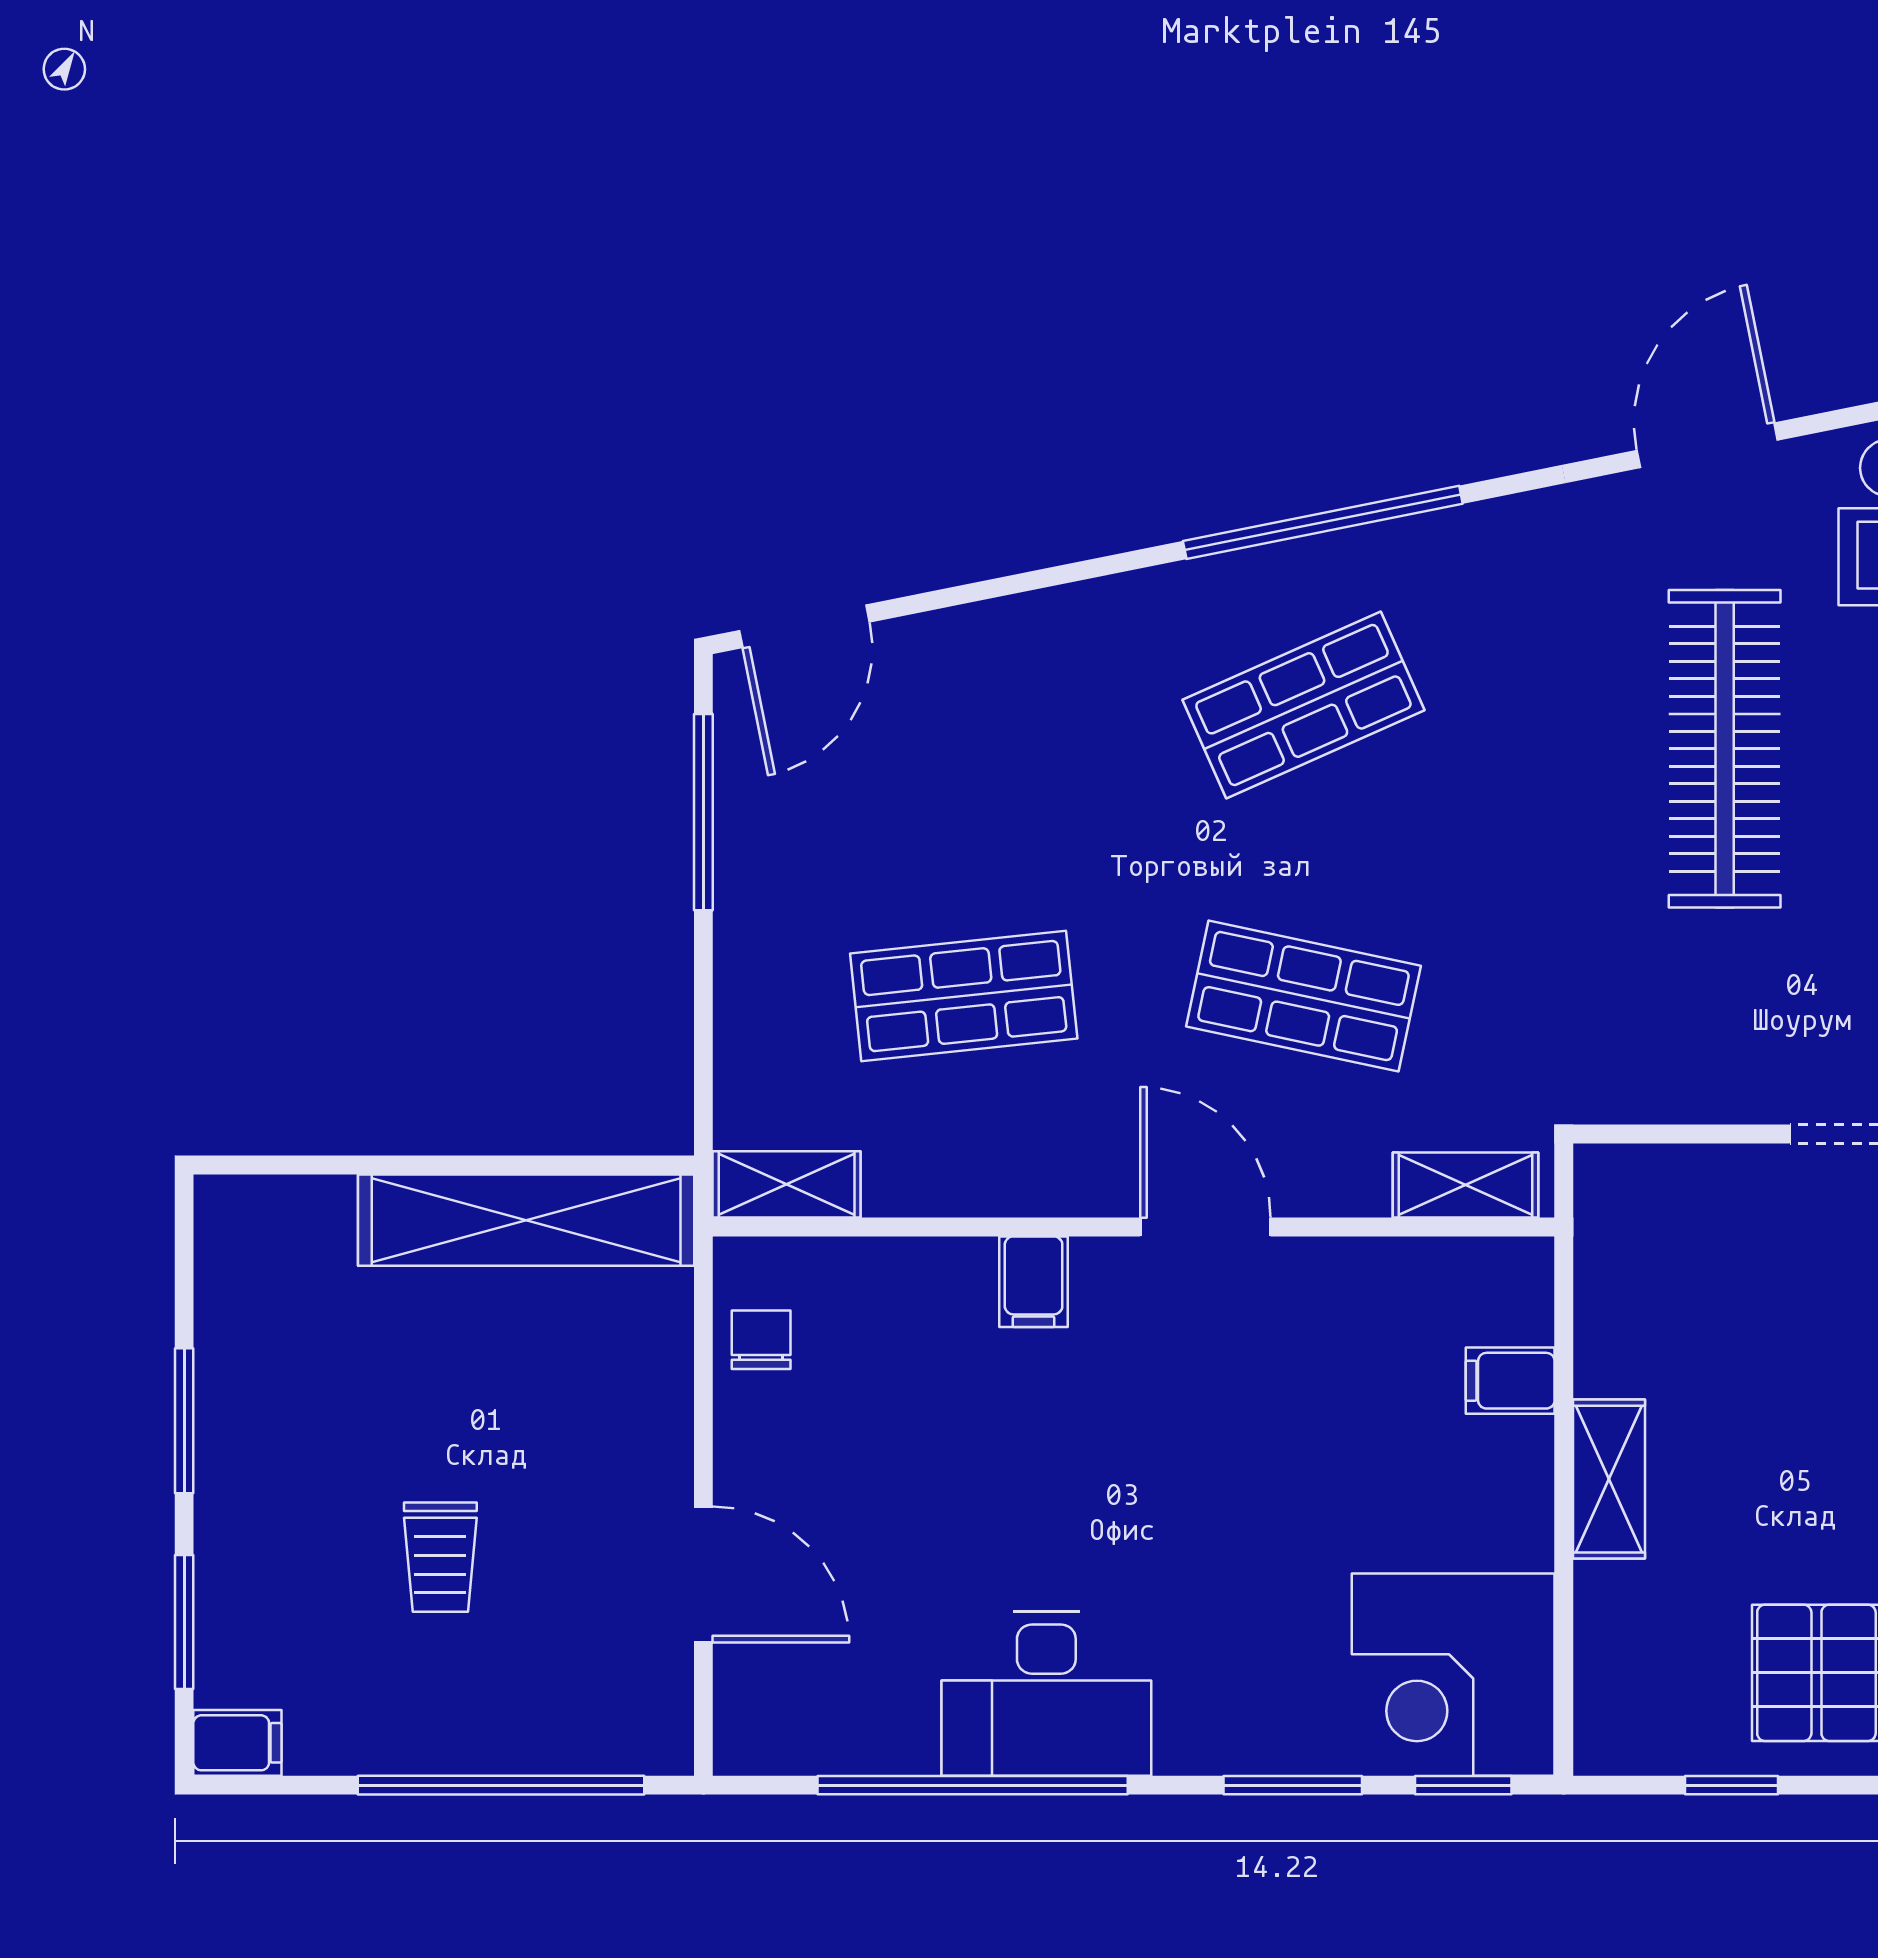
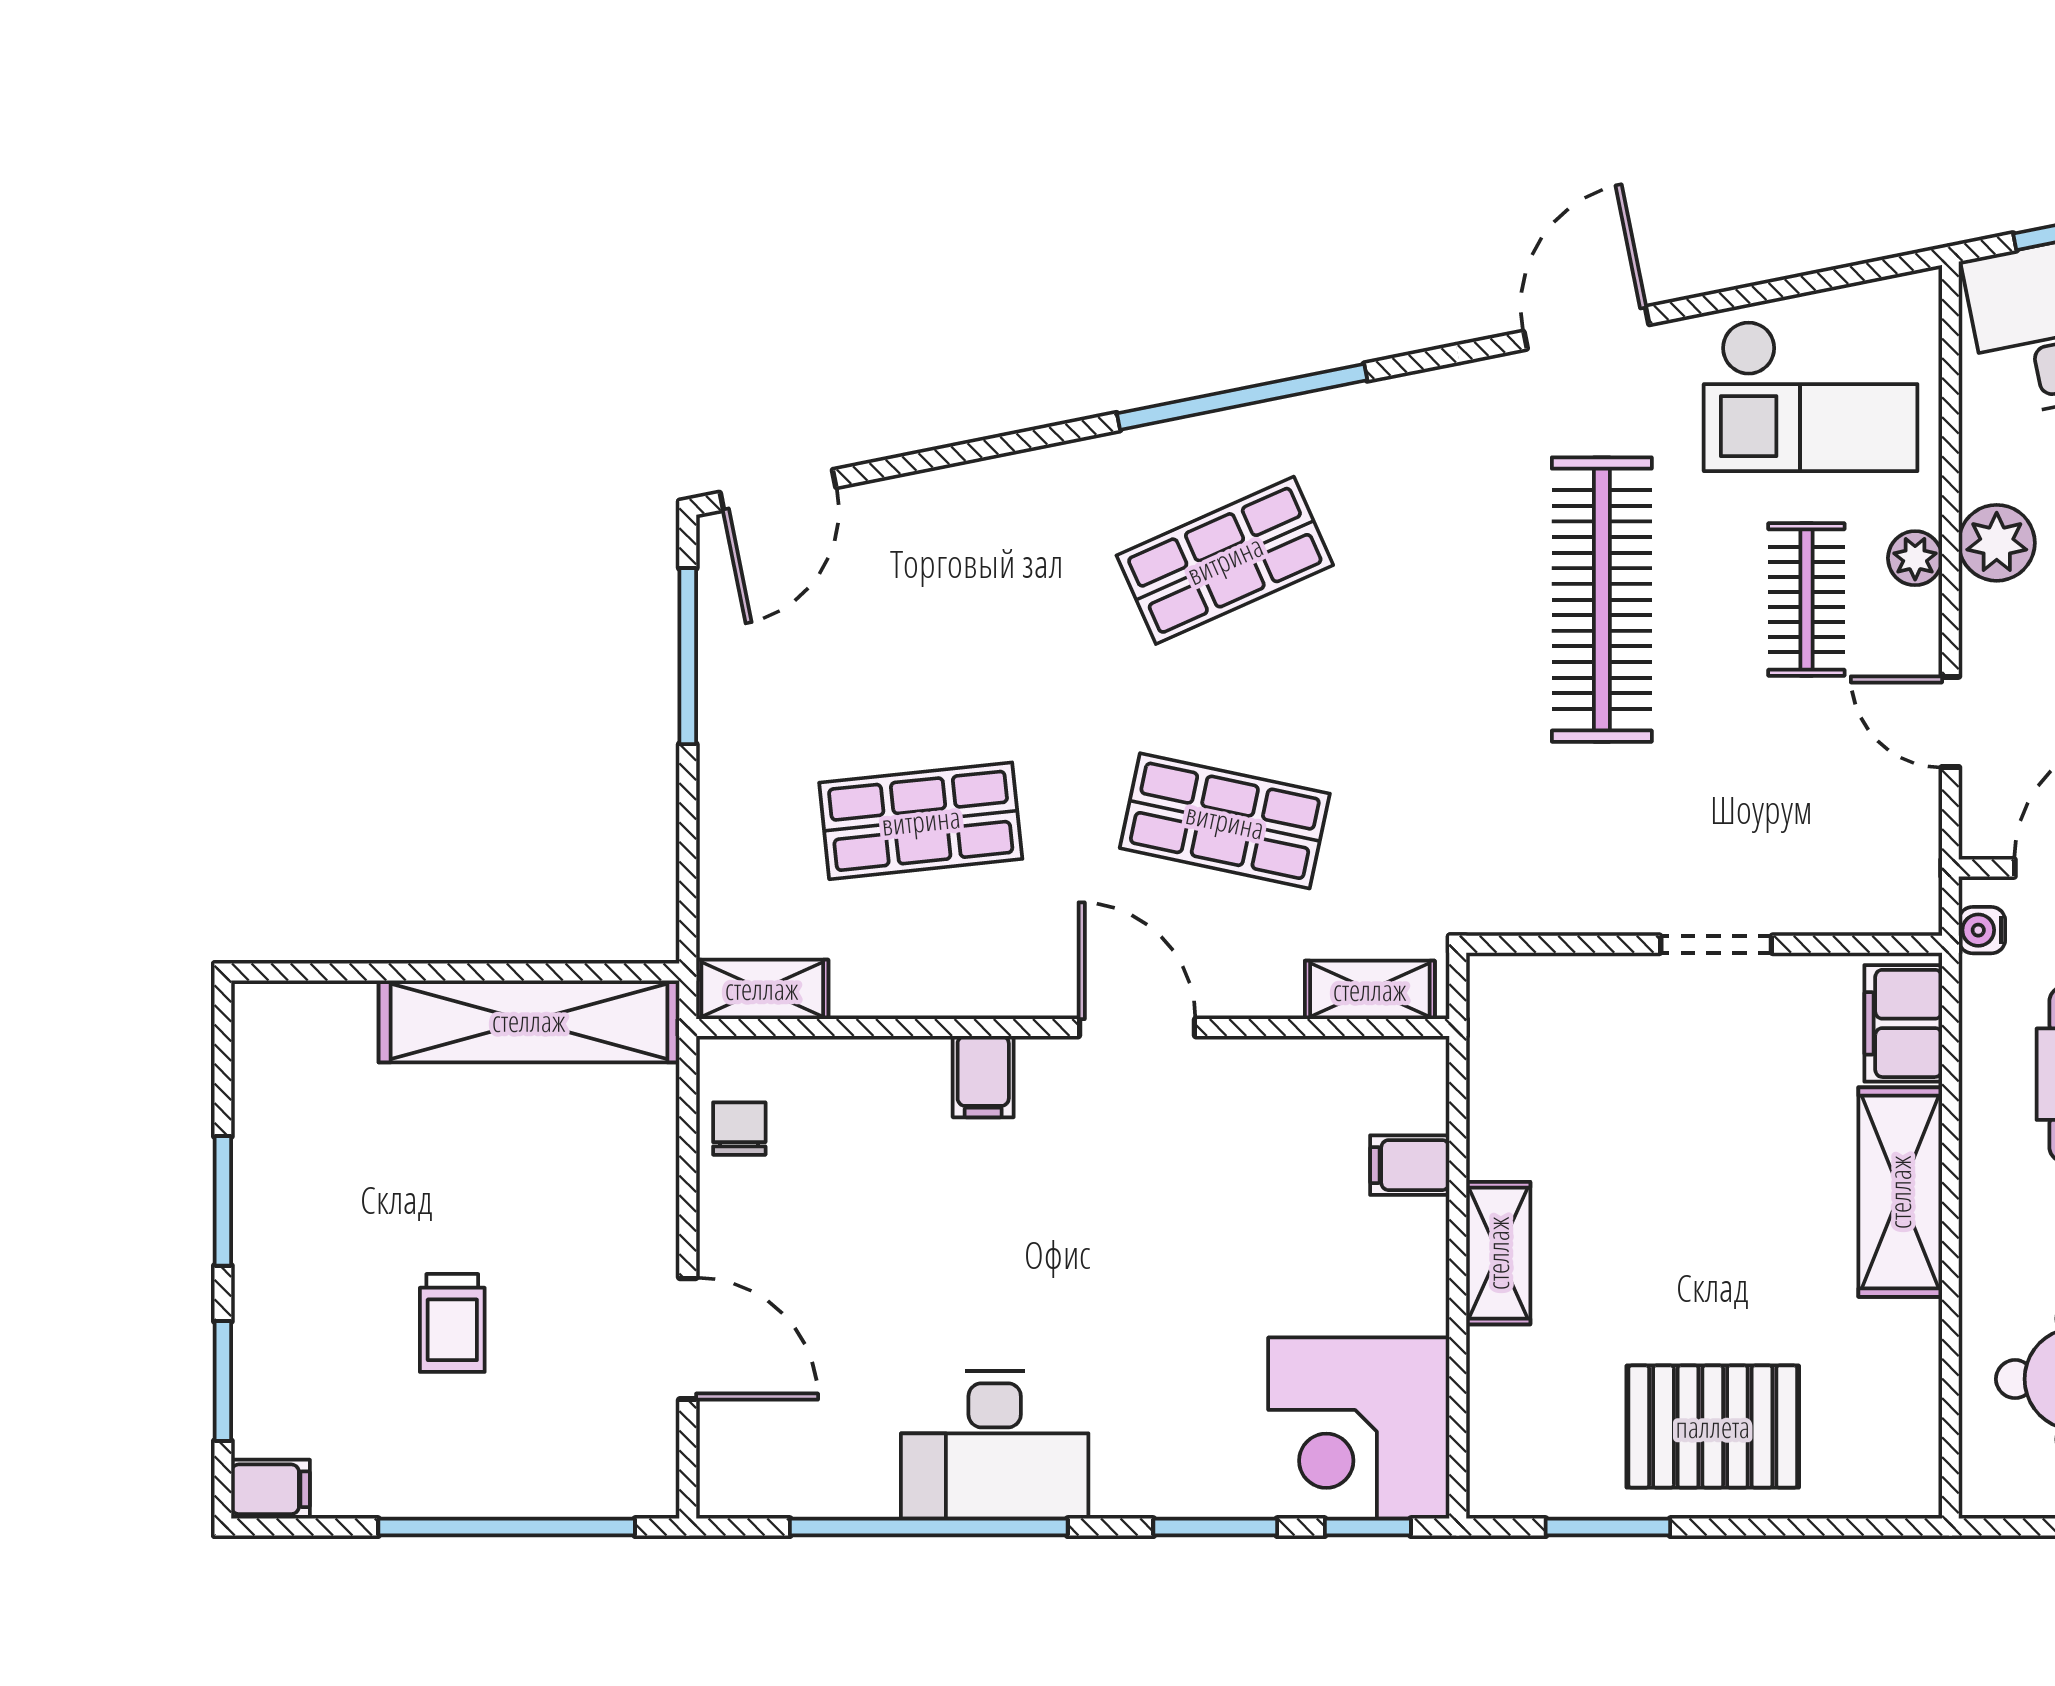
window: (1731, 1785) -> (1608, 1527), width x1.50

